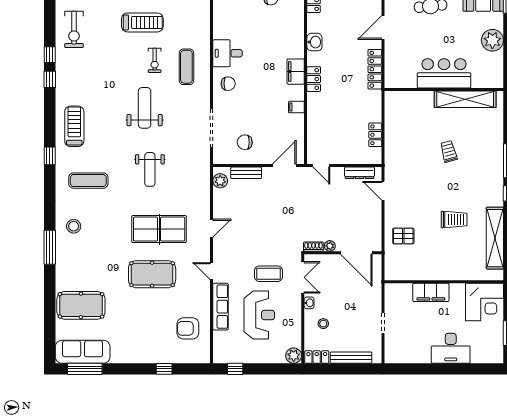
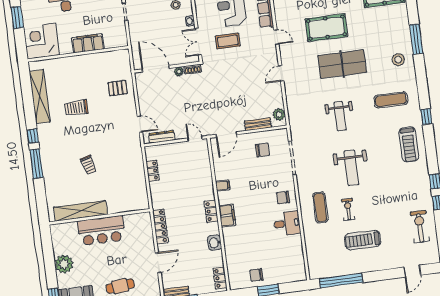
weight bench: (150, 169) -> (340, 116), turned 180
table tennis table: (159, 229) -> (342, 64), moved

